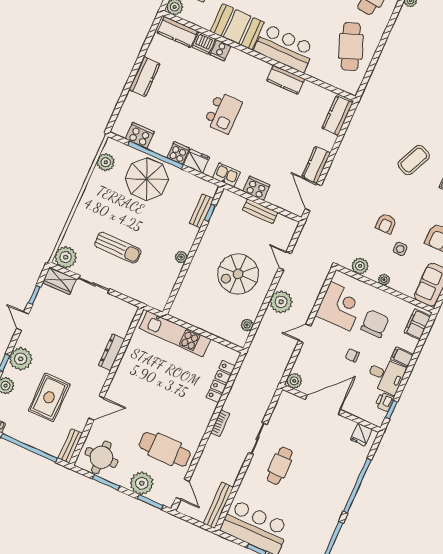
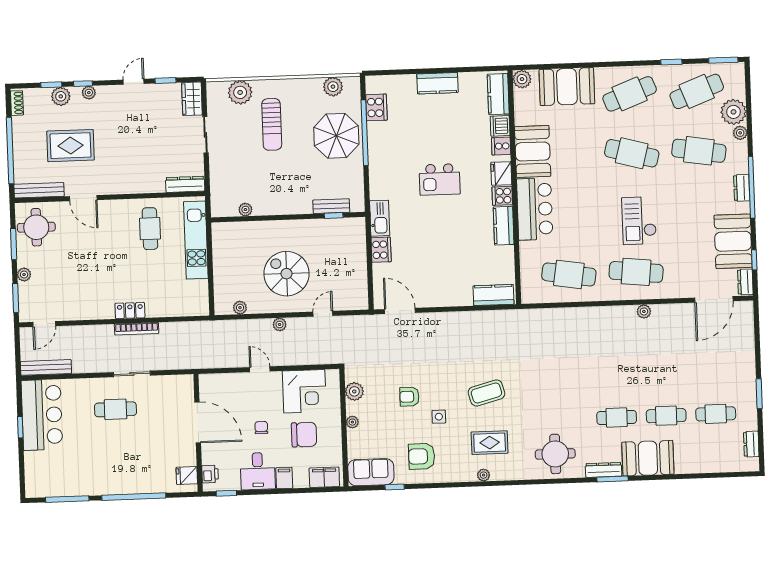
cafe table: (351, 46) -> (569, 274), turned 30
cooker: (178, 153) -> (502, 196), moved, turned 180
coffee table: (414, 160) -> (486, 393), turned -40
fridge: (197, 161) -> (501, 173), moved, turned 180
kitchen counter: (316, 165) -> (434, 298), removed
kitchen sink: (226, 175) -> (380, 218), width x1.38
door: (313, 197) -> (400, 311), hinge flipped
bench: (260, 211) -> (360, 265), removed
sun lounger: (118, 248) -> (272, 124), moved
side table: (400, 249) -> (439, 417), moved
plant: (66, 257) -> (240, 92), moved
plant: (181, 257) -> (245, 210), moved
plant: (281, 302) -> (280, 324), width x0.53, depth x0.53
dresser: (112, 352) -> (185, 184), moved
plant: (21, 359) -> (89, 93), width x0.53, depth x0.53
plant: (294, 381) -> (207, 382), removed
locker: (221, 382) -> (130, 311), moved, width x0.66
printer: (385, 402) -> (210, 474), moved, turned 90
bookcase: (220, 423) -> (137, 329), width x1.56
bench: (70, 446) -> (39, 190), width x1.36
cafe table: (165, 449) -> (150, 229), moved, width x0.73, depth x0.74
plant: (142, 483) -> (24, 275), width x0.53, depth x0.53

